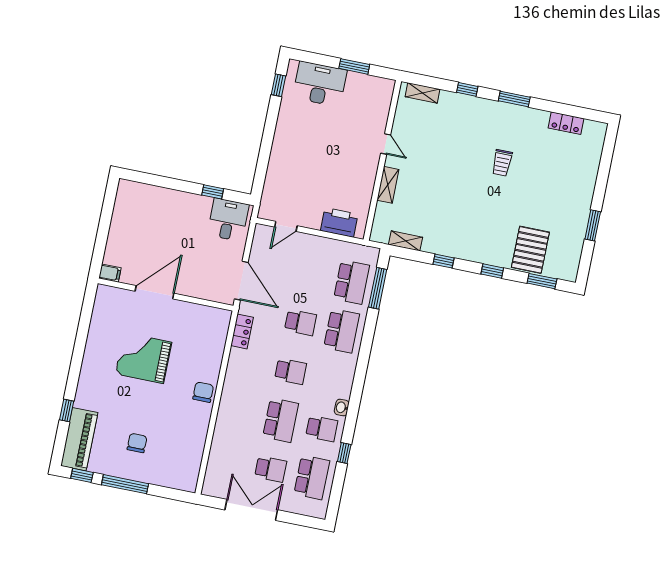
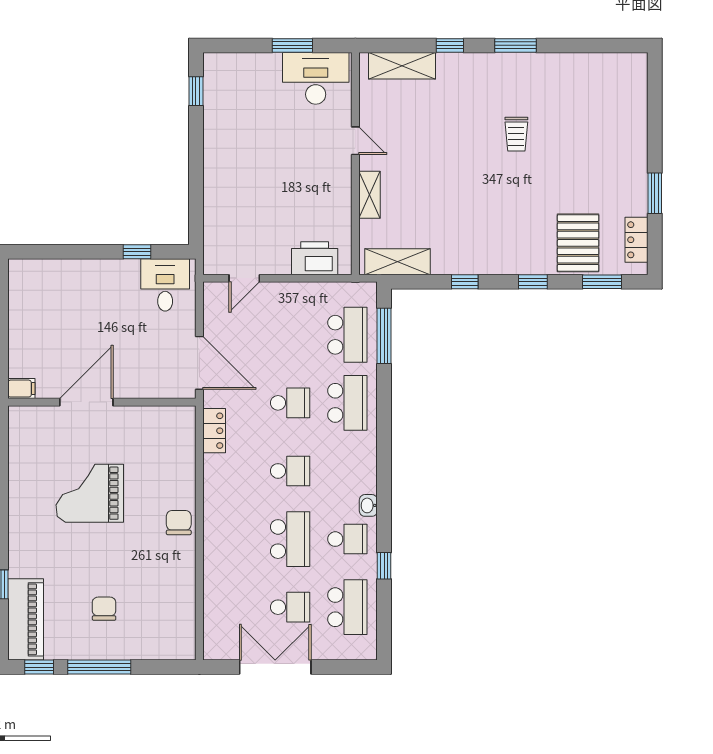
desk: (320, 84) -> (316, 78), moved
shelving: (422, 93) -> (402, 66), width x1.50, depth x1.33
locker: (566, 123) -> (636, 240), moved, turned 90
shelving: (406, 241) -> (398, 262), width x1.50, depth x1.33

